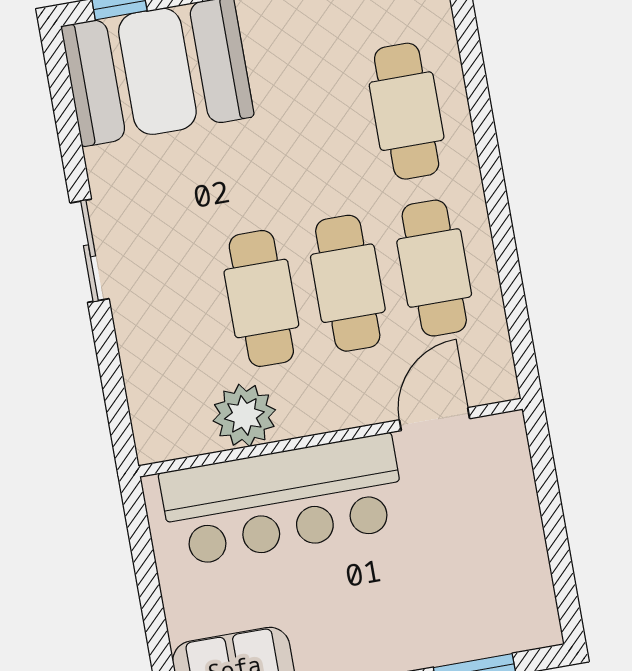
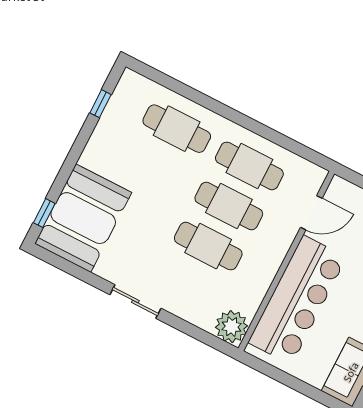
plant: (244, 415) -> (232, 327), moved
door: (435, 419) -> (311, 213), swing flipped

